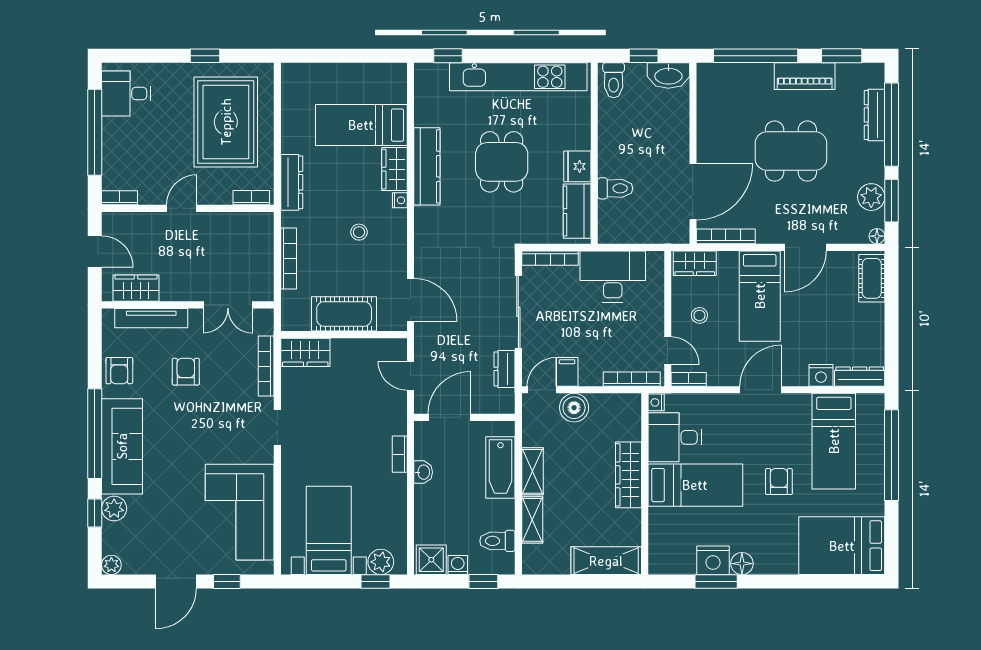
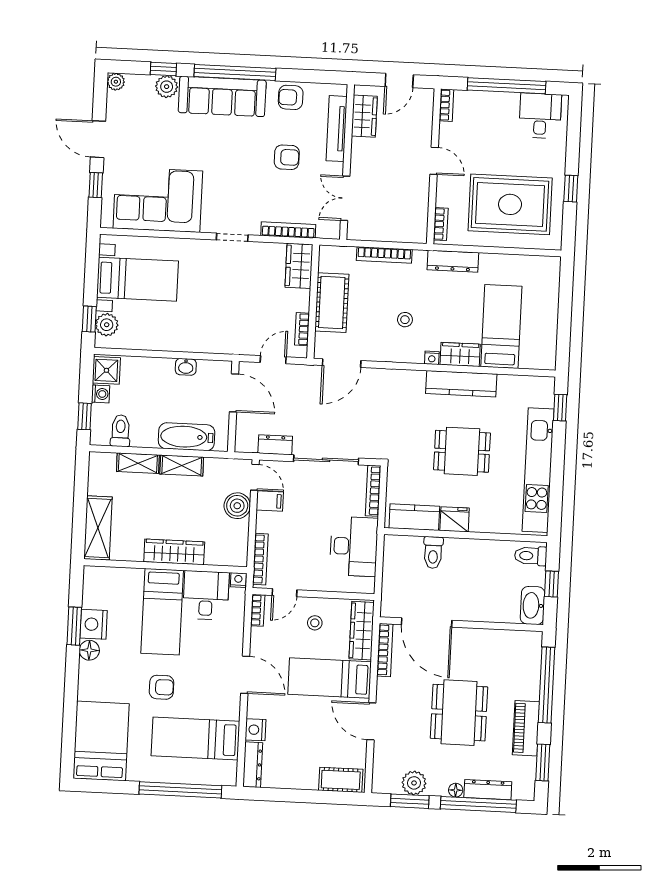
floor lamp: (877, 236) -> (456, 790), moved
wardrobe: (695, 263) -> (362, 631), width x1.50
bookcase: (400, 454) -> (302, 329), moved, turned -90

